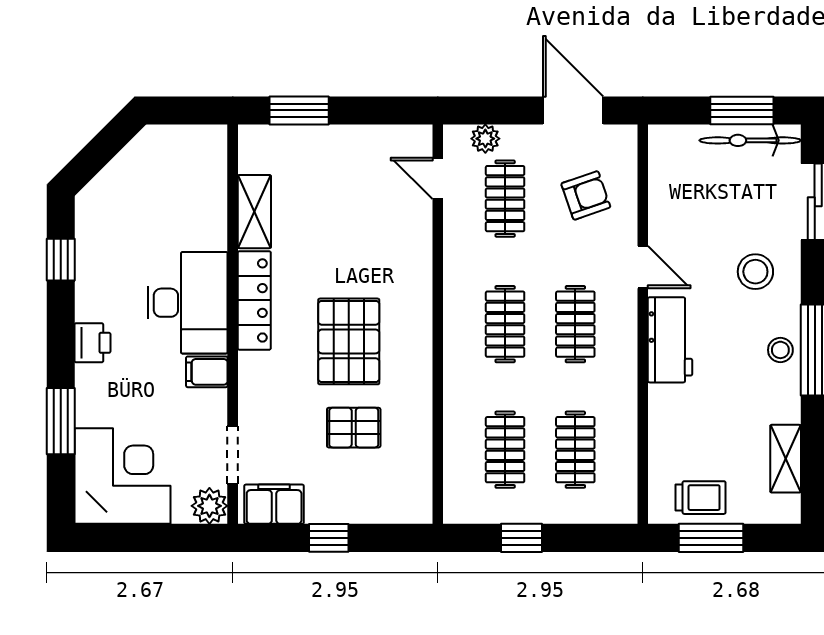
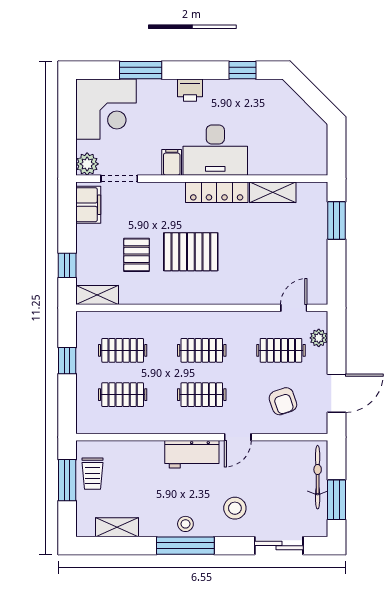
bicycle: (750, 140) -> (318, 477), moved
shelving: (417, 490) -> (97, 295), added
window: (329, 538) -> (67, 265), moved

